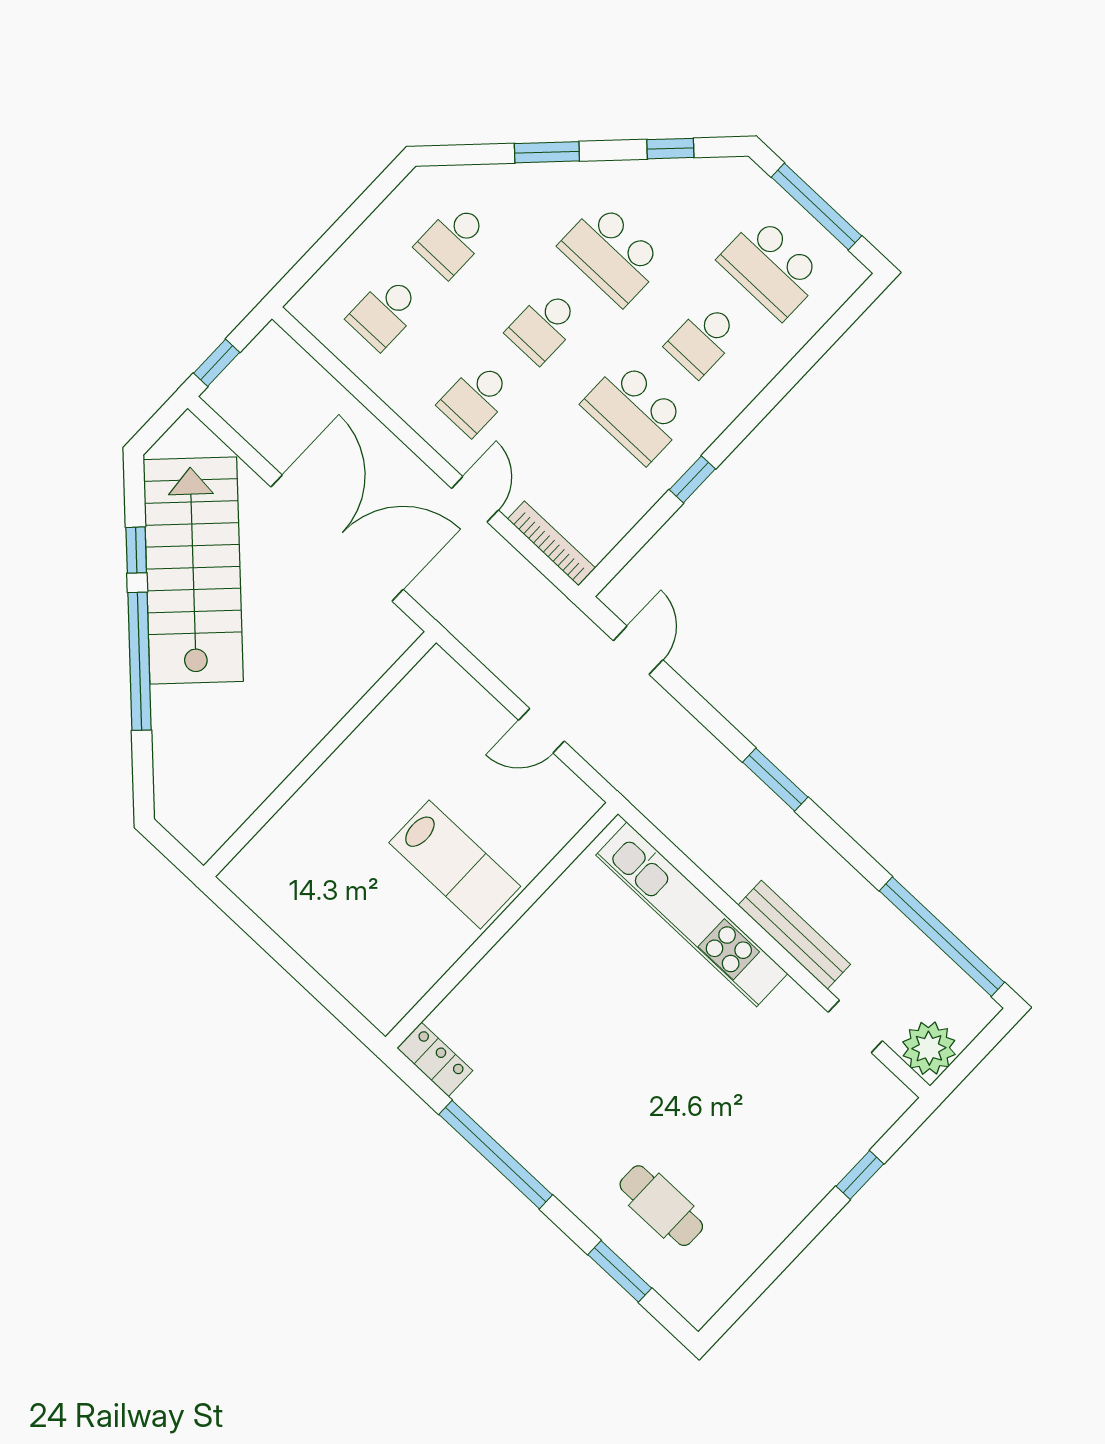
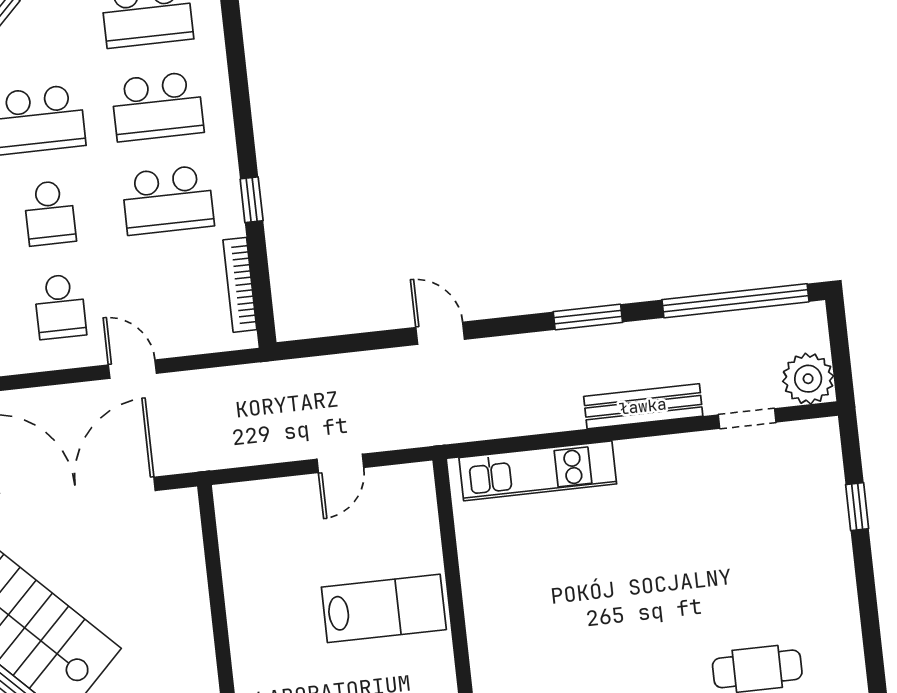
school desk: (703, 340) -> (157, 106), width x1.85
bookcase: (551, 544) -> (240, 285), moved, turned -90
door: (638, 650) -> (440, 333), moved
window: (775, 780) -> (588, 317), moved
kitchen unit: (692, 914) -> (538, 471), width x0.73

